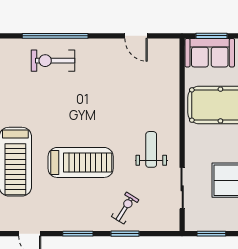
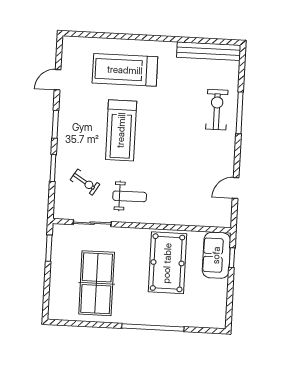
window: (55, 36) -> (240, 113), width x0.68
window: (211, 36) -> (232, 258), width x0.67
exercise bike: (125, 208) -> (85, 182), moved

